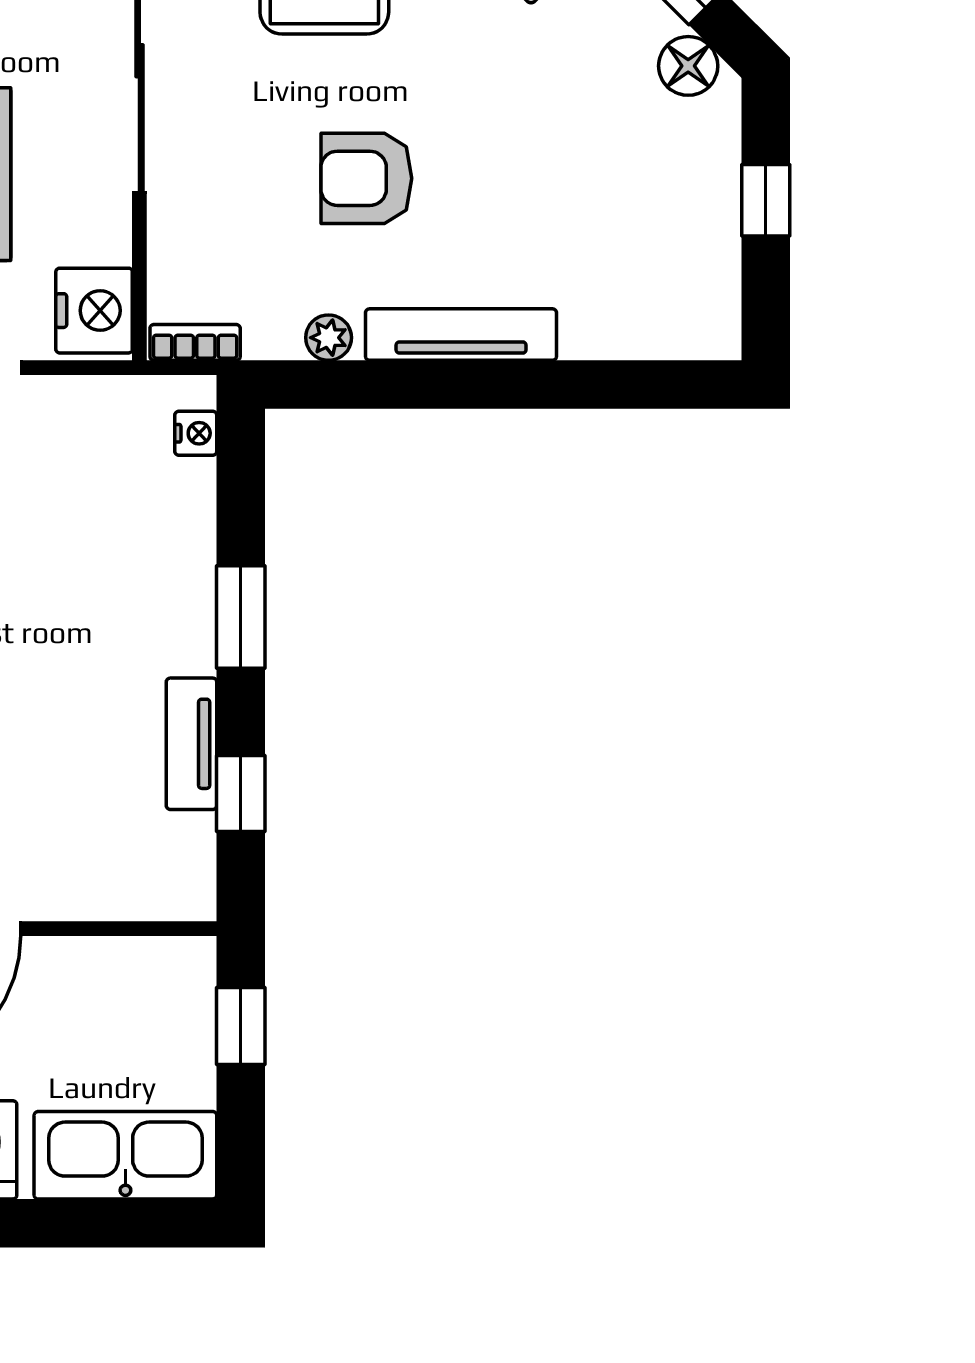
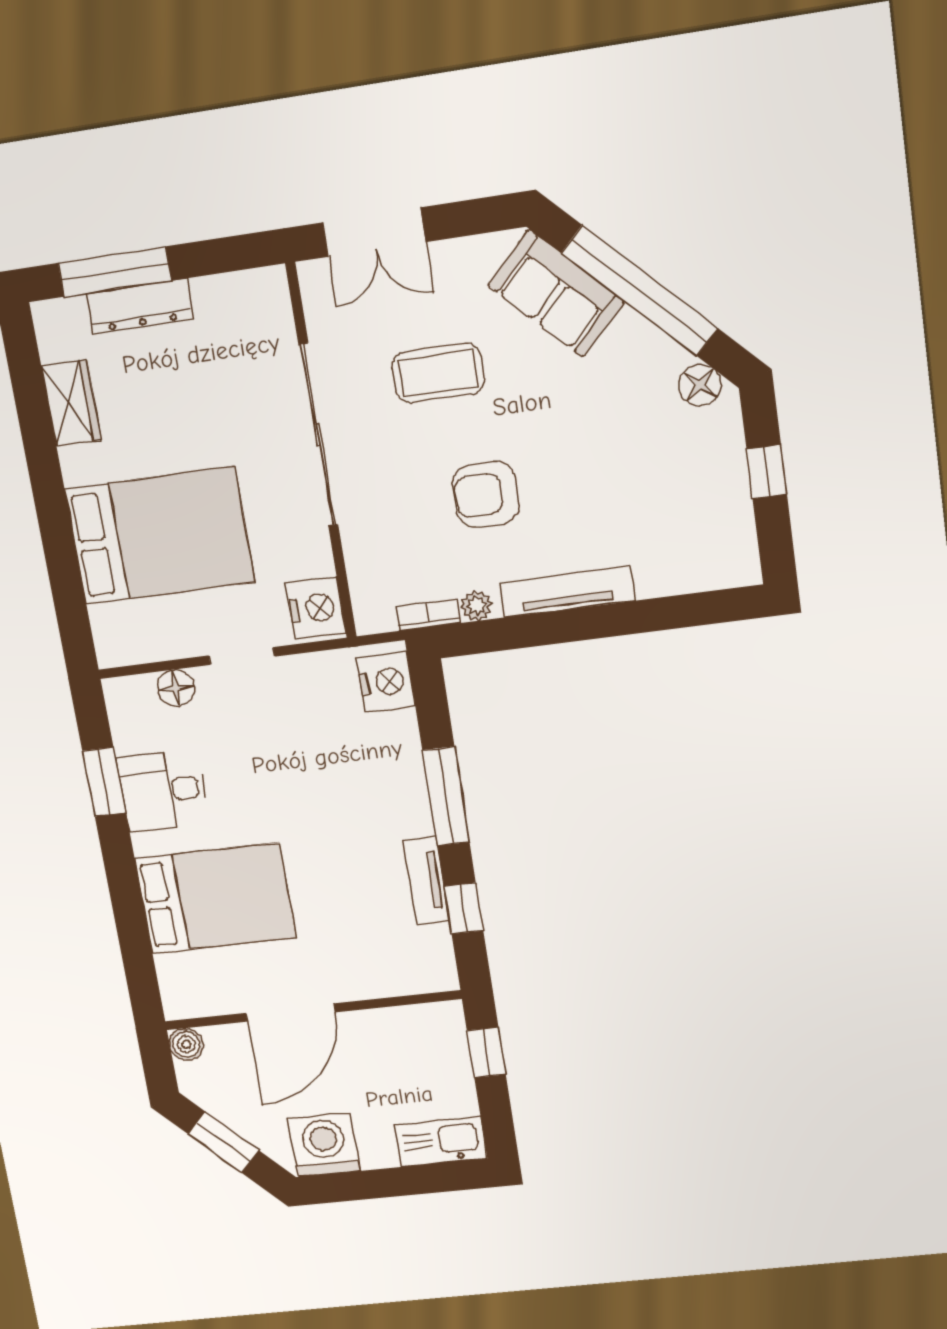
bookcase: (195, 342) -> (428, 615), moved
nightstand: (196, 433) -> (386, 682), width x1.89, depth x1.79
window: (241, 617) -> (446, 796), width x1.44
kitchen sink: (125, 1155) -> (441, 1142), width x0.73, depth x0.81

